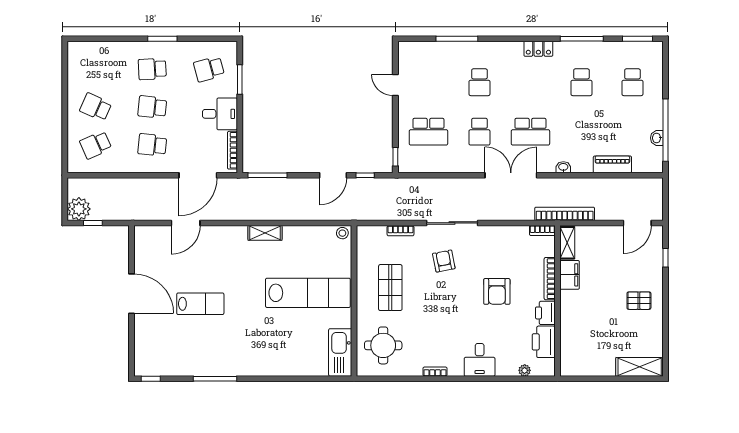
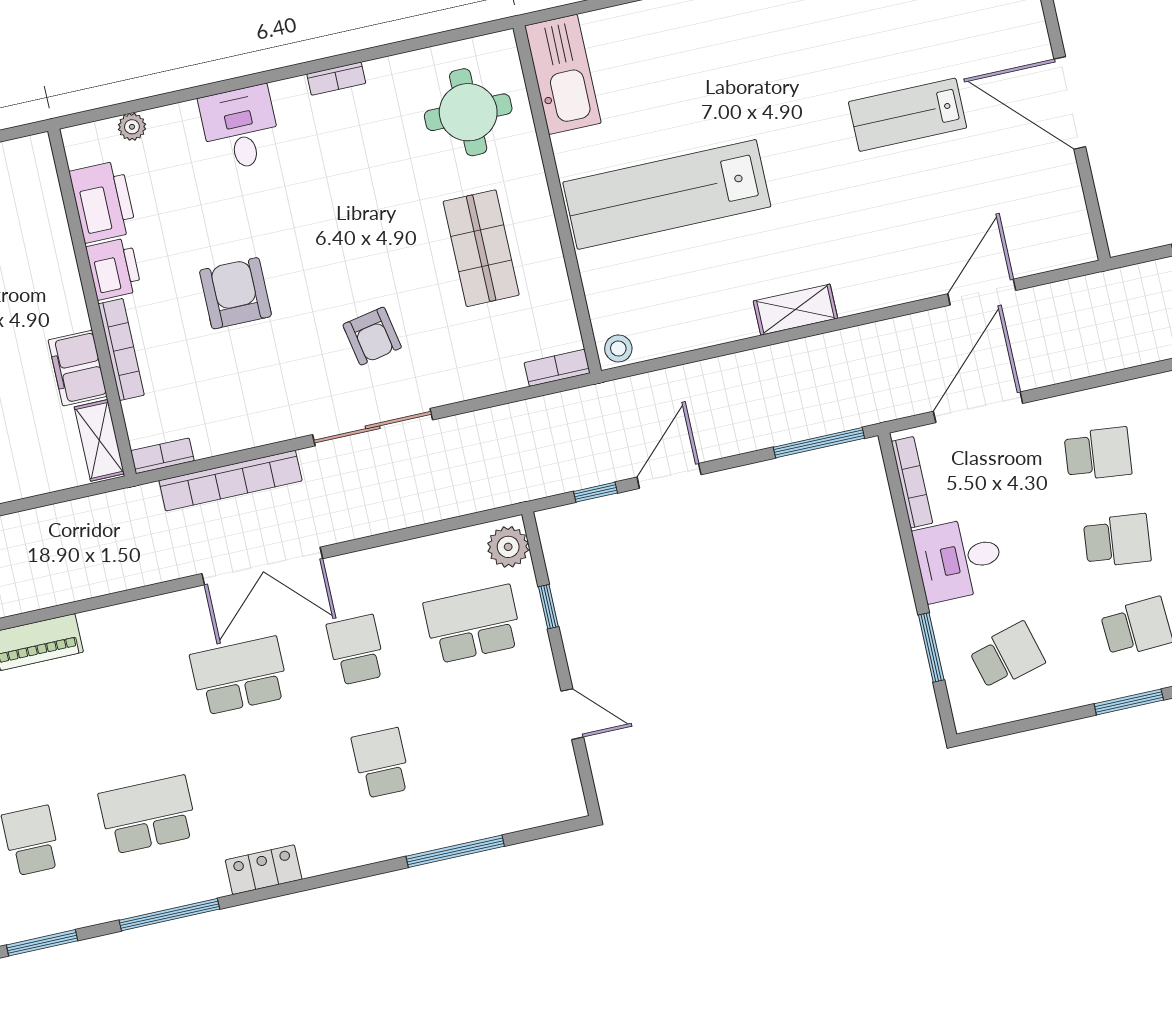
school desk: (581, 82) -> (148, 815), width x1.85
window: (395, 157) -> (548, 607), moved
plant: (407, 161) -> (508, 547), added
washbasin: (563, 167) -> (147, 611), removed
bookcase: (565, 214) -> (231, 481), moved
bookcase: (401, 231) -> (557, 368), moved

